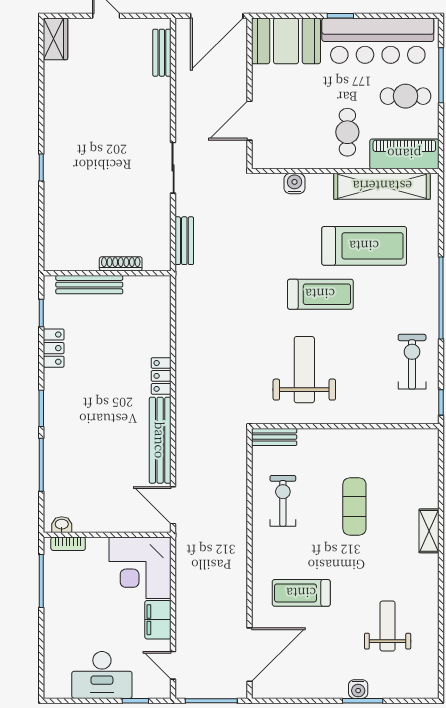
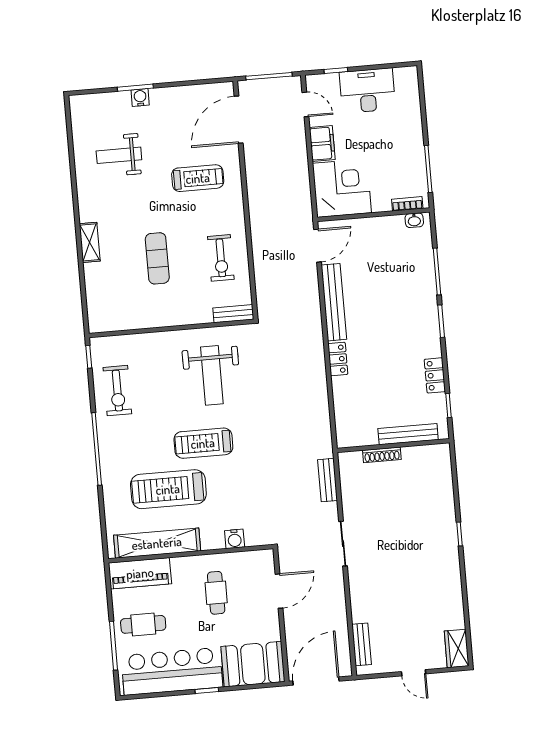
cafe table: (347, 132) -> (216, 593), moved
door: (173, 505) -> (317, 246), hinge flipped
weight bench: (388, 626) -> (119, 155), turned 90

